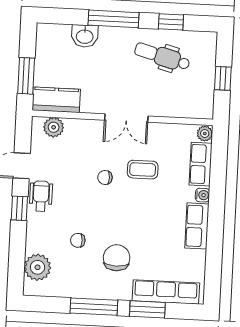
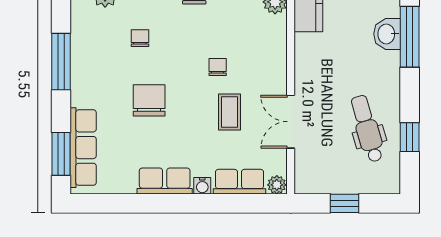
window: (114, 19) -> (410, 37), moved
dental chair: (162, 56) -> (367, 129), turned -31
double door: (126, 118) -> (291, 122), moved
chair: (117, 258) -> (149, 100), moved, turned -90
window: (147, 309) -> (61, 154), moved

